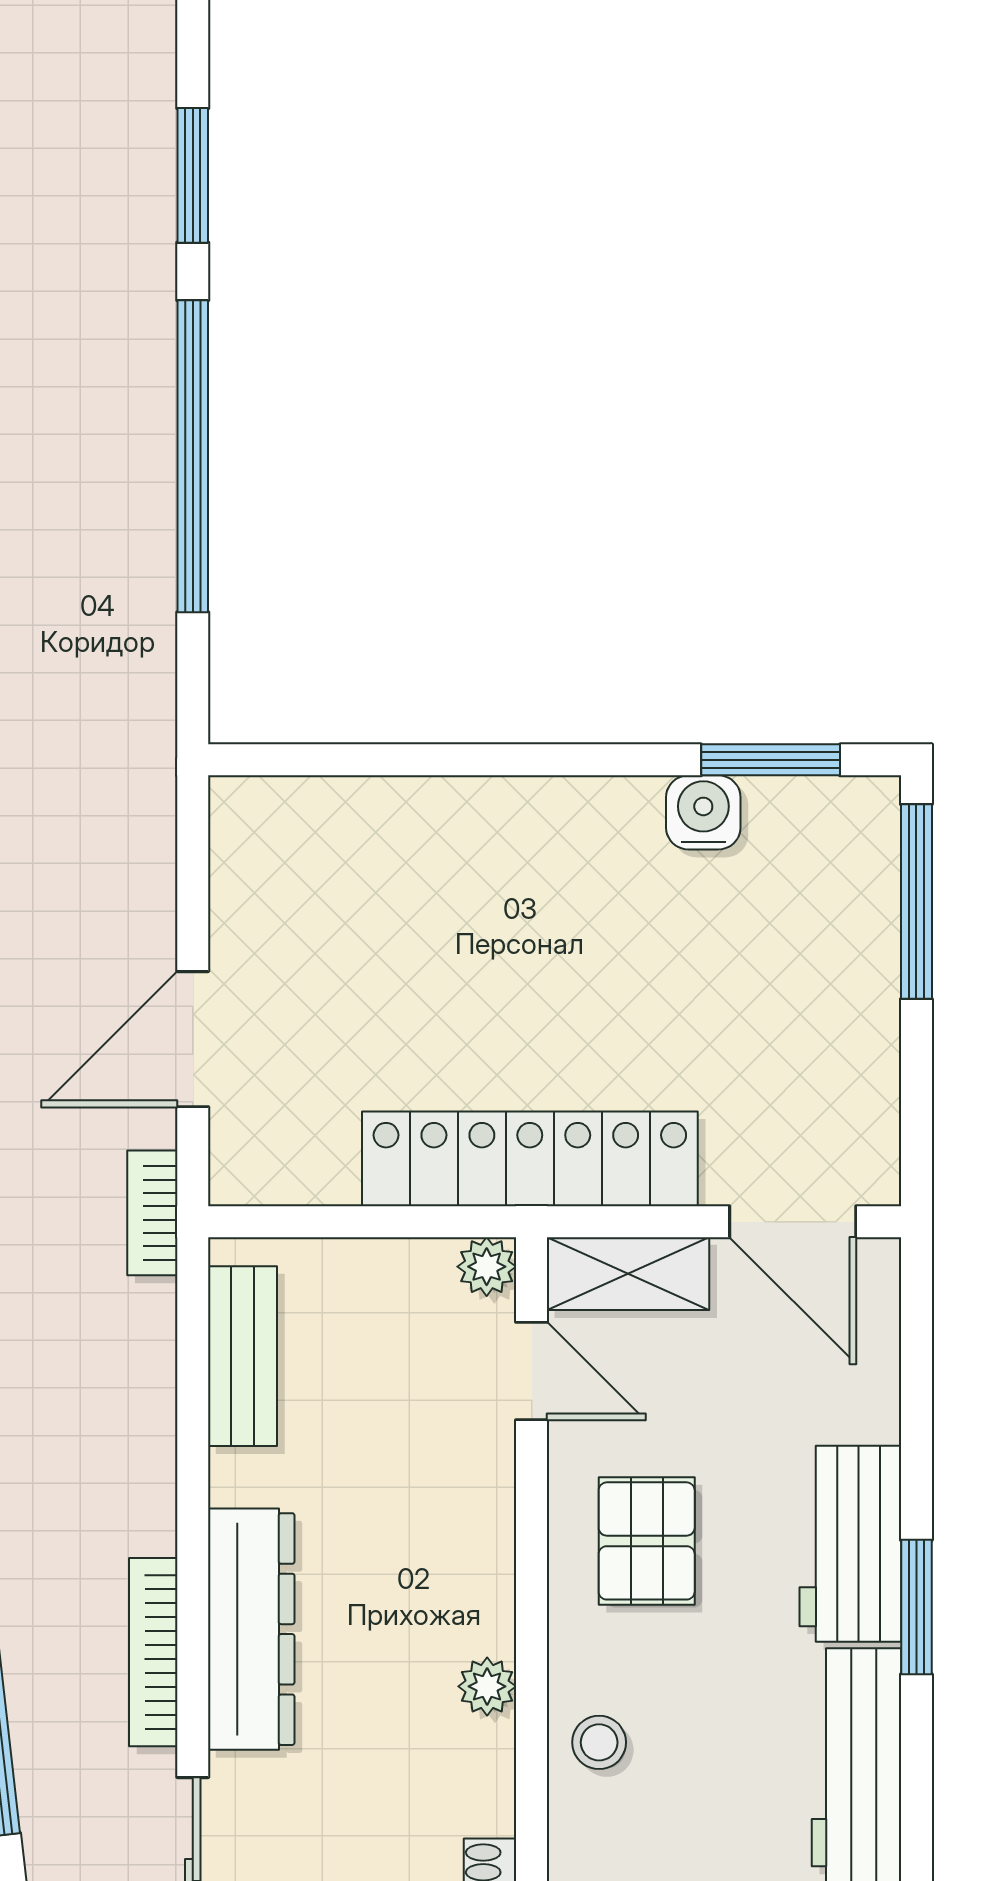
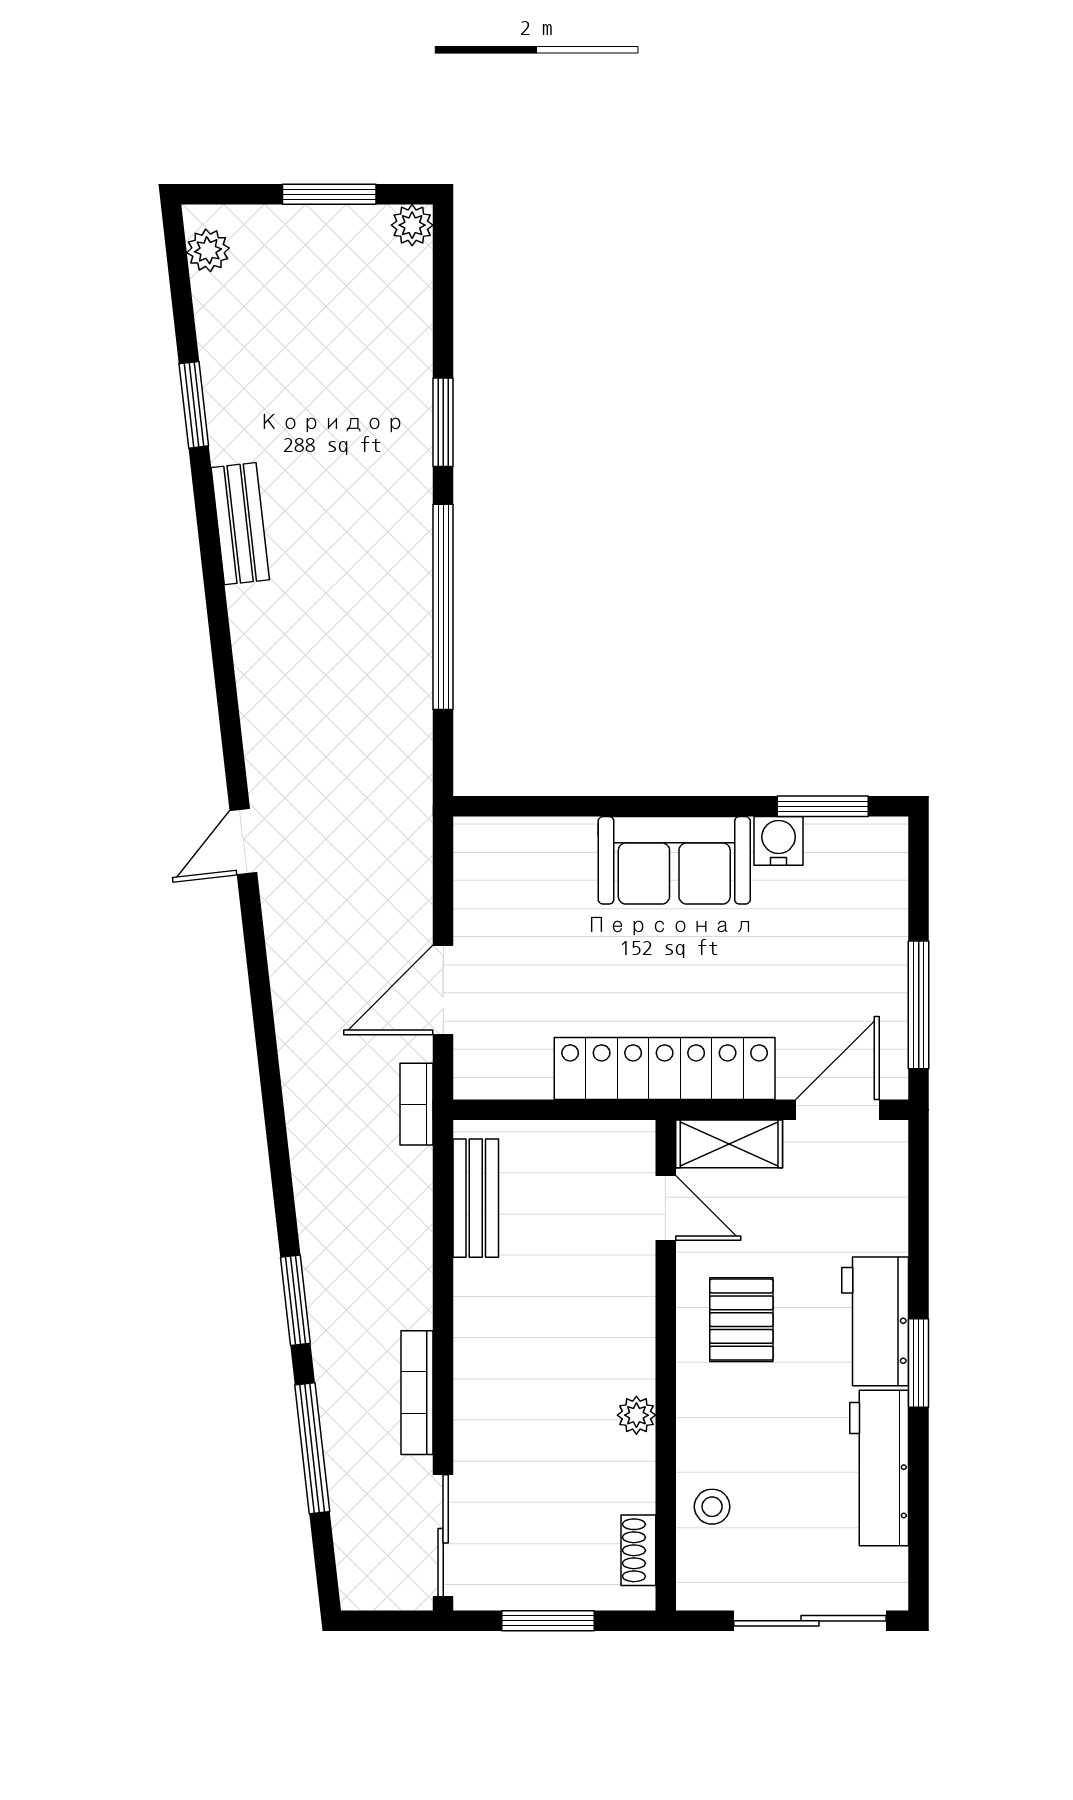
sofa: (545, 842) -> (674, 860), added
window: (916, 902) -> (919, 1005), moved
door: (793, 1222) -> (837, 1110), swing flipped
plant: (487, 1267) -> (636, 1139), removed
dresser: (251, 1629) -> (482, 1378), removed
stool: (599, 1742) -> (712, 1507), moved

